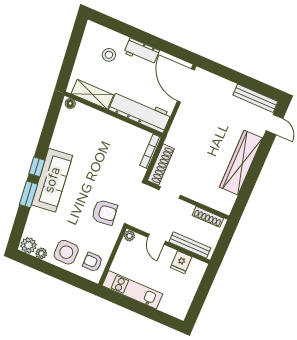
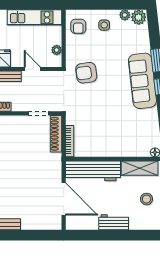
stool: (109, 55) -> (147, 199), moved
door: (186, 85) -> (64, 199), moved
plant: (129, 236) -> (57, 50), moved
side table: (66, 252) -> (104, 25), width x0.54, depth x0.54
armchair: (93, 262) -> (78, 26), turned 90

